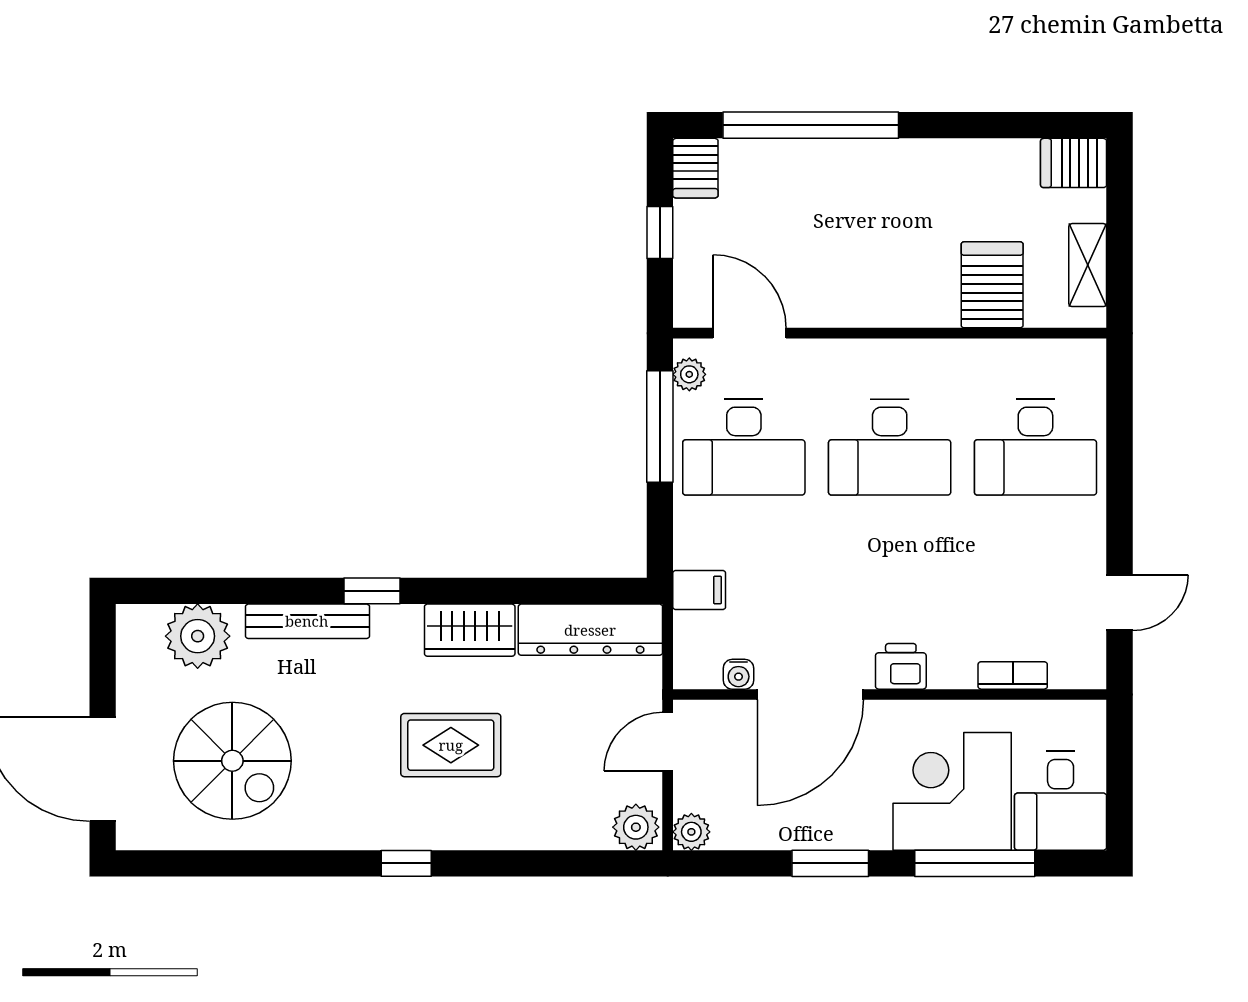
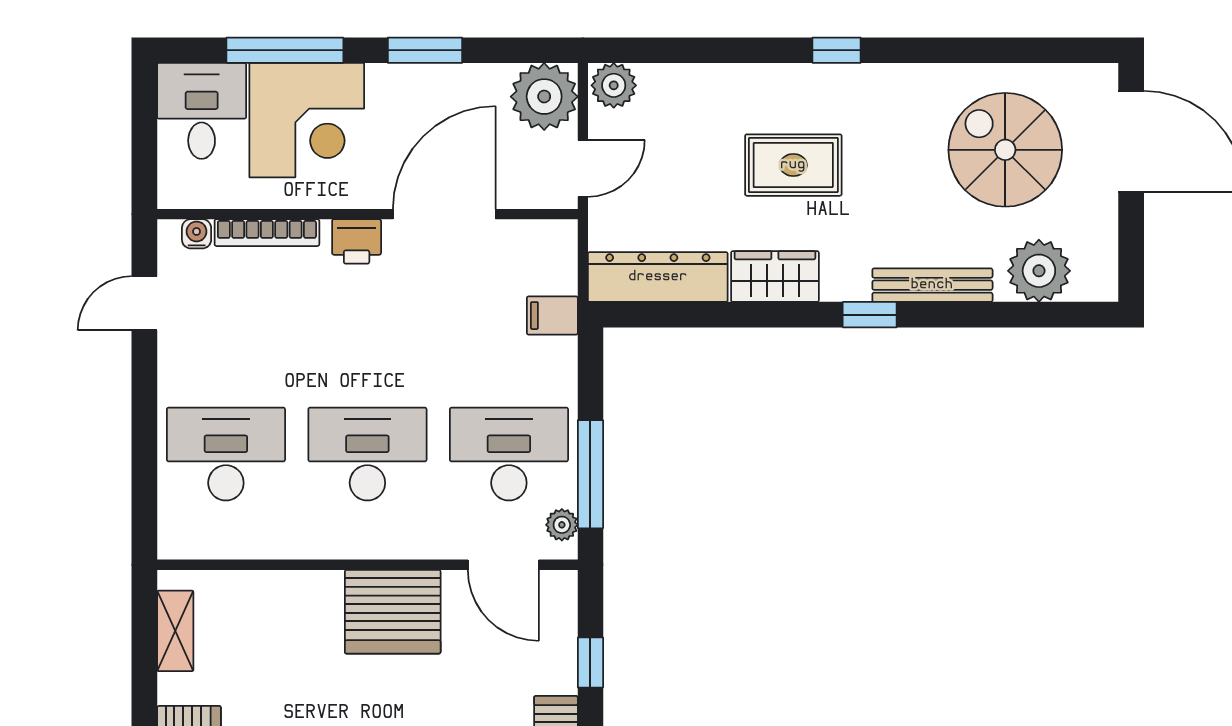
server rack: (992, 285) -> (393, 612), moved, width x1.60
water cooler: (739, 674) -> (197, 234), moved
bookcase: (1013, 675) -> (267, 233), width x1.56
plant: (691, 832) -> (544, 97), width x1.87, depth x1.87

